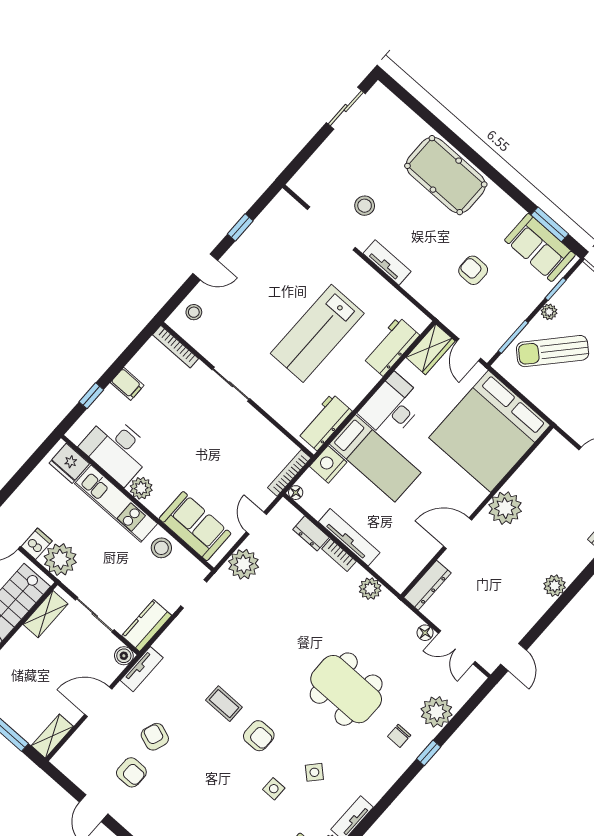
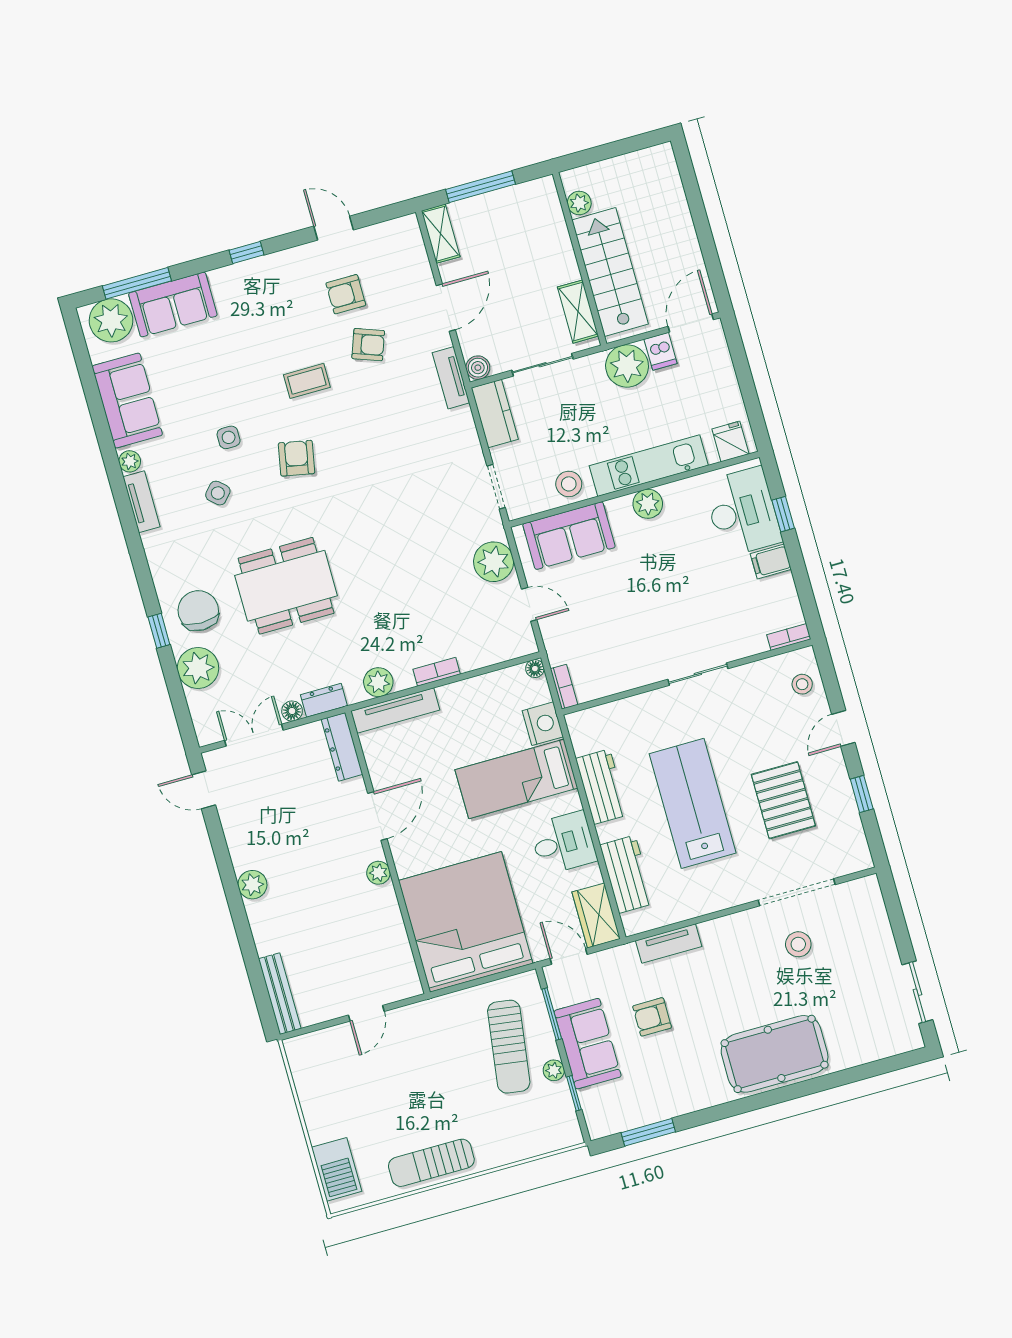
sofa: (540, 247) -> (588, 1044), moved, turned 90
tv unit: (387, 262) -> (669, 943), moved
armchair: (473, 270) -> (652, 1017), turned 180
pallet: (277, 276) -> (783, 800), added
bookcase: (175, 347) -> (789, 637), width x0.64
sun lounger: (553, 351) -> (509, 1047), turned 146
desk: (392, 407) -> (563, 843), width x0.73
workbench: (324, 422) -> (602, 787), moved
desk: (117, 449) -> (743, 512), moved, turned 90
fridge: (69, 463) -> (730, 442), width x0.72
bookcase: (289, 473) -> (564, 687), width x0.64
plant: (505, 508) -> (378, 873), width x0.53, depth x0.53
dresser: (311, 533) -> (324, 700), moved
tv unit: (349, 537) -> (395, 710), moved
coffee table: (224, 704) -> (307, 381), moved
armchair: (259, 736) -> (297, 458), turned 101
chair: (399, 736) -> (198, 611), width x1.87, depth x1.87

